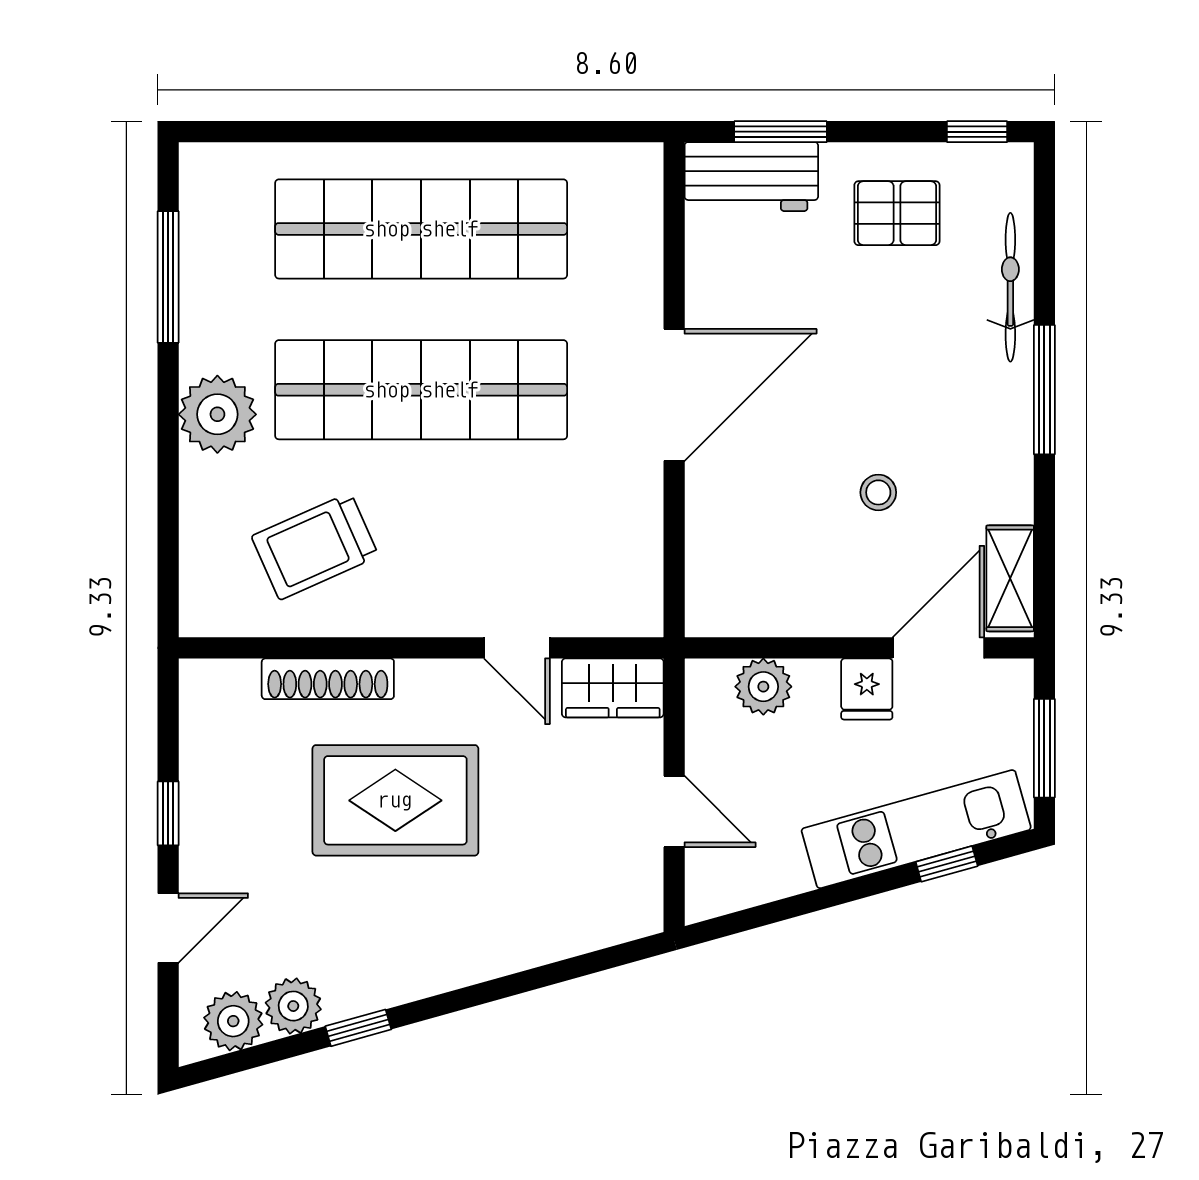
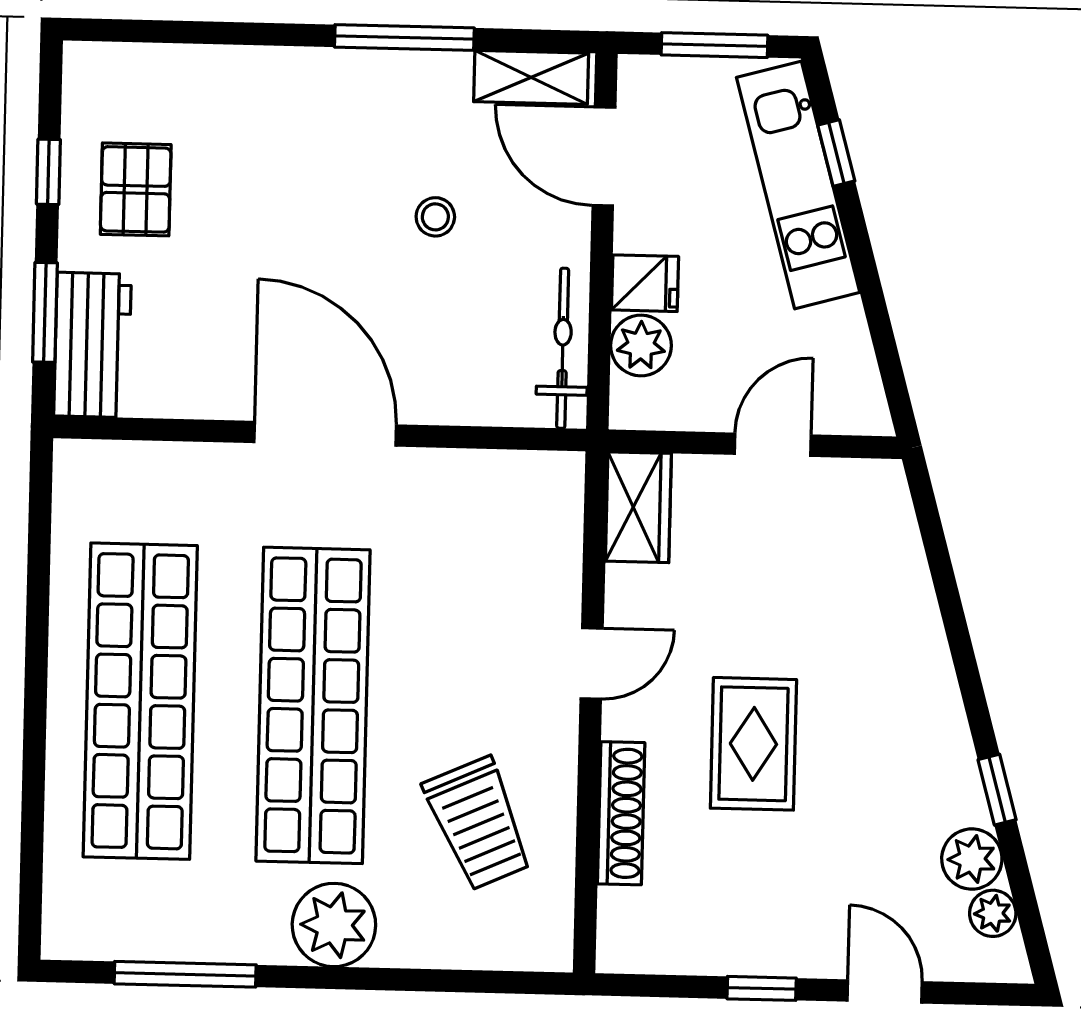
window: (977, 132) -> (48, 172), moved
bicycle: (1010, 287) -> (563, 348), moved, turned 90
window: (1044, 390) -> (404, 37), moved
door: (517, 648) -> (592, 663), moved
fridge: (867, 689) -> (645, 283), moved
rug: (395, 800) -> (753, 744), width x0.73, depth x0.70
plant: (233, 1021) -> (993, 913), width x0.73, depth x0.73

